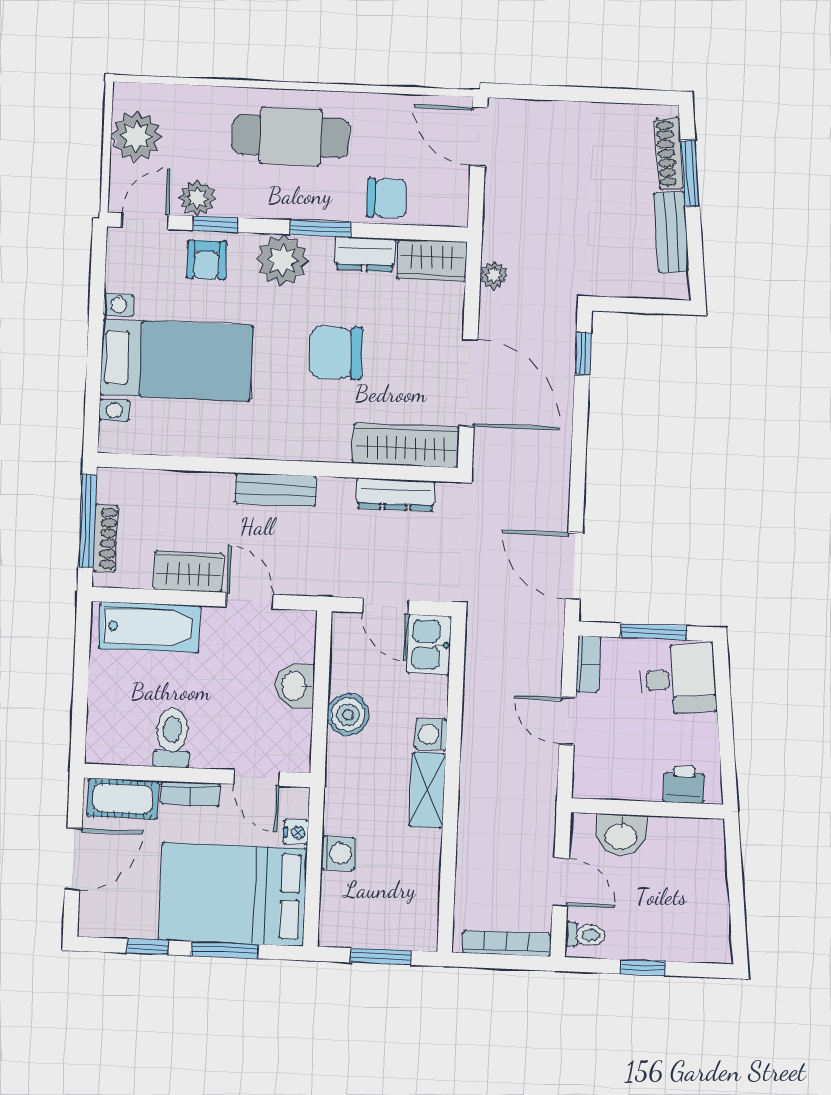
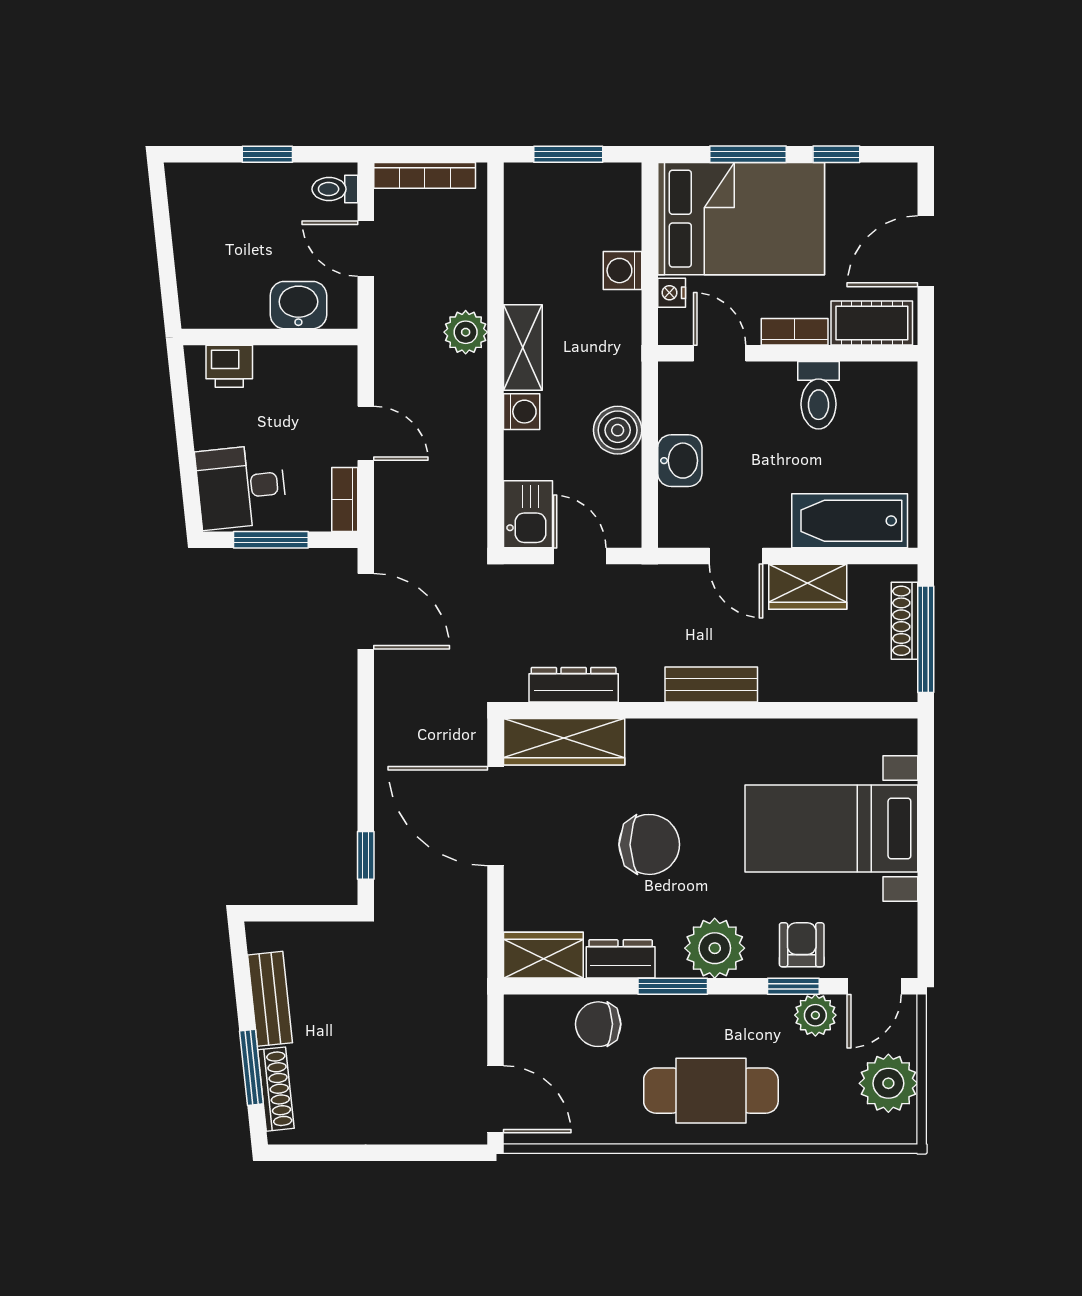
plant: (494, 275) -> (466, 332), moved, width x1.38, depth x1.38

